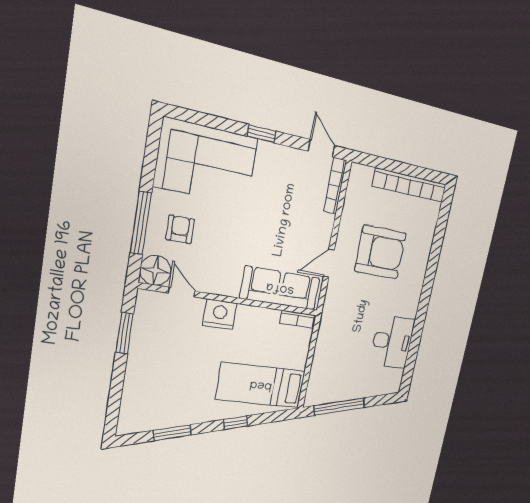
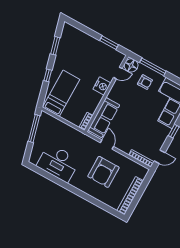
desk: (392, 342) -> (58, 163), width x1.36, depth x1.30

